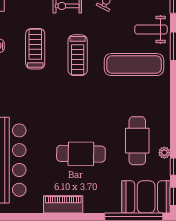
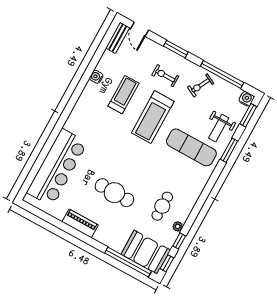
weight bench: (151, 29) -> (219, 128), turned -90
treadmill: (78, 55) -> (153, 117), width x1.37, depth x1.38
cafe table: (137, 141) -> (162, 206), width x0.73, depth x0.74

